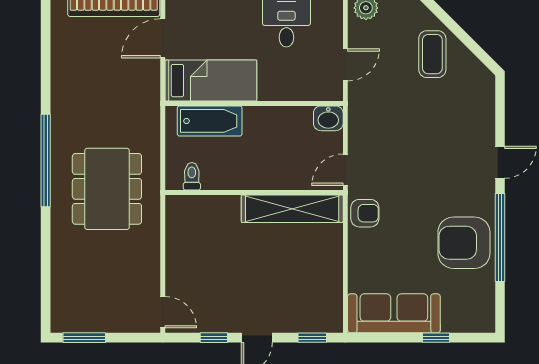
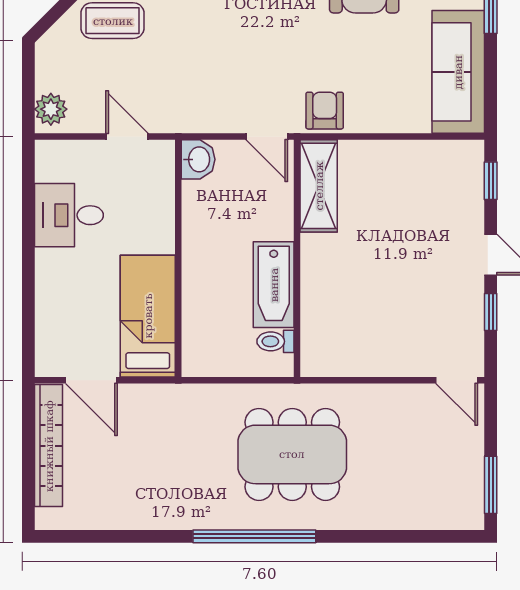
bathtub: (210, 121) -> (274, 285), moved, turned 180
shelving: (292, 209) -> (319, 186), width x0.68
door: (163, 312) -> (457, 380), swing flipped

